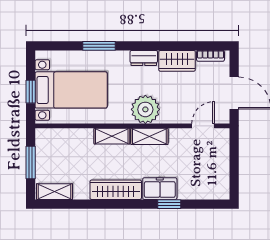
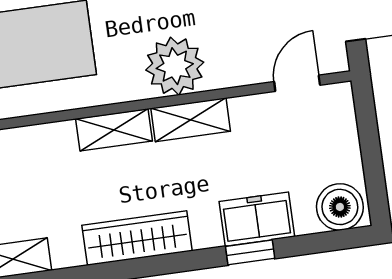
boiler: (215, 188) -> (340, 207), added
freezer: (160, 189) -> (257, 219), moved

